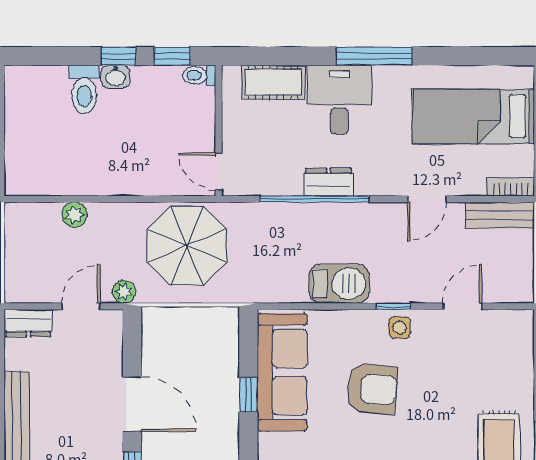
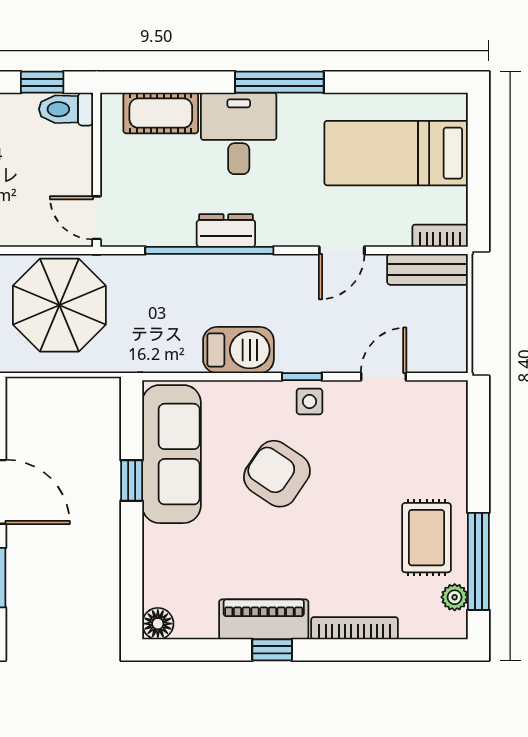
toilet: (199, 75) -> (66, 109), width x1.37, depth x1.39
armchair: (372, 389) -> (277, 474), turned -151

